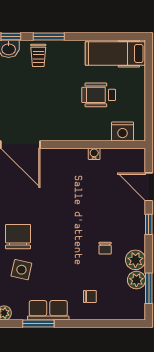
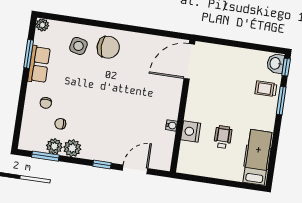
wheelchair: (99, 95) -> (223, 137), width x0.73, depth x0.73
nightstand: (123, 132) -> (191, 132), moved
chair: (105, 248) -> (60, 124), moved

